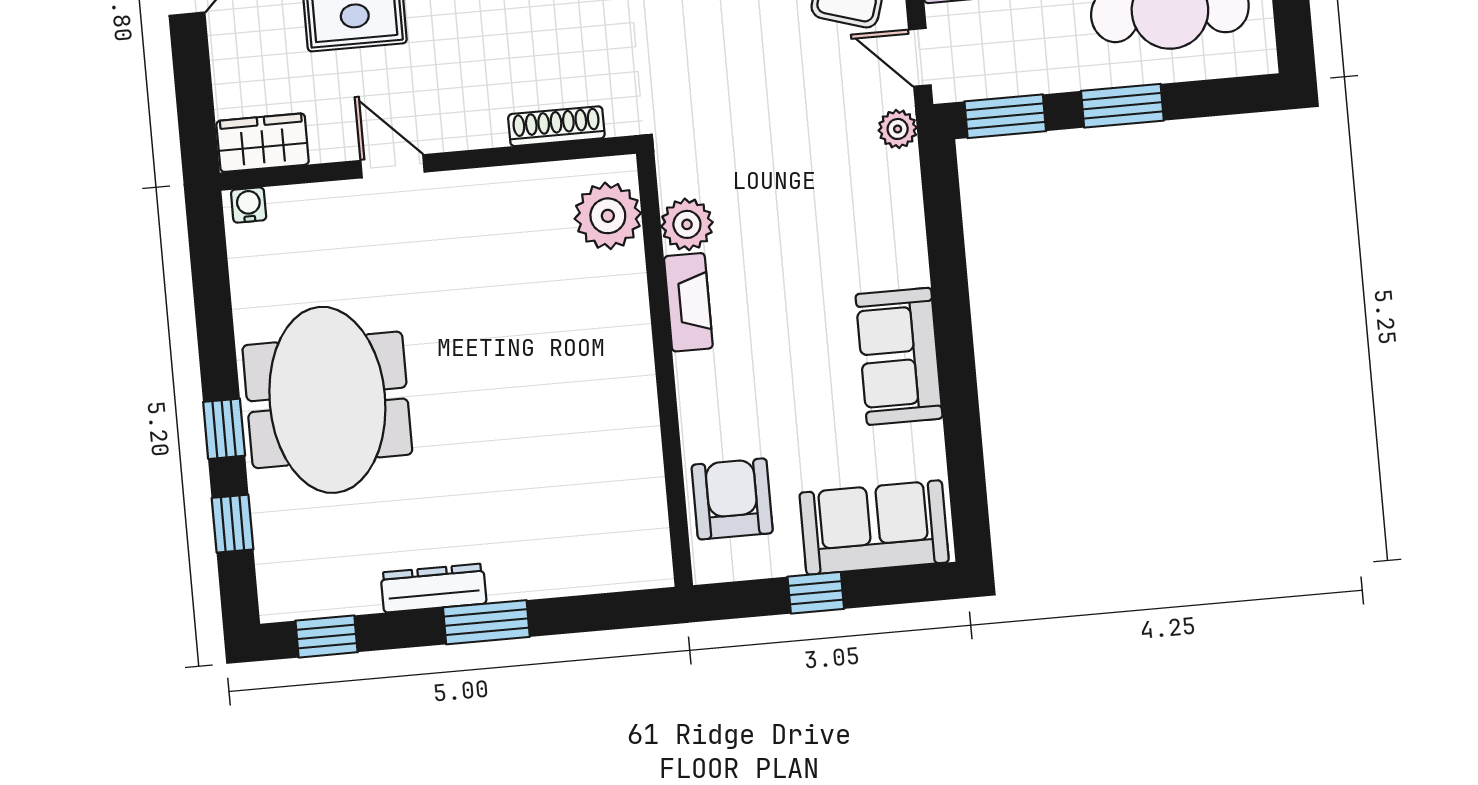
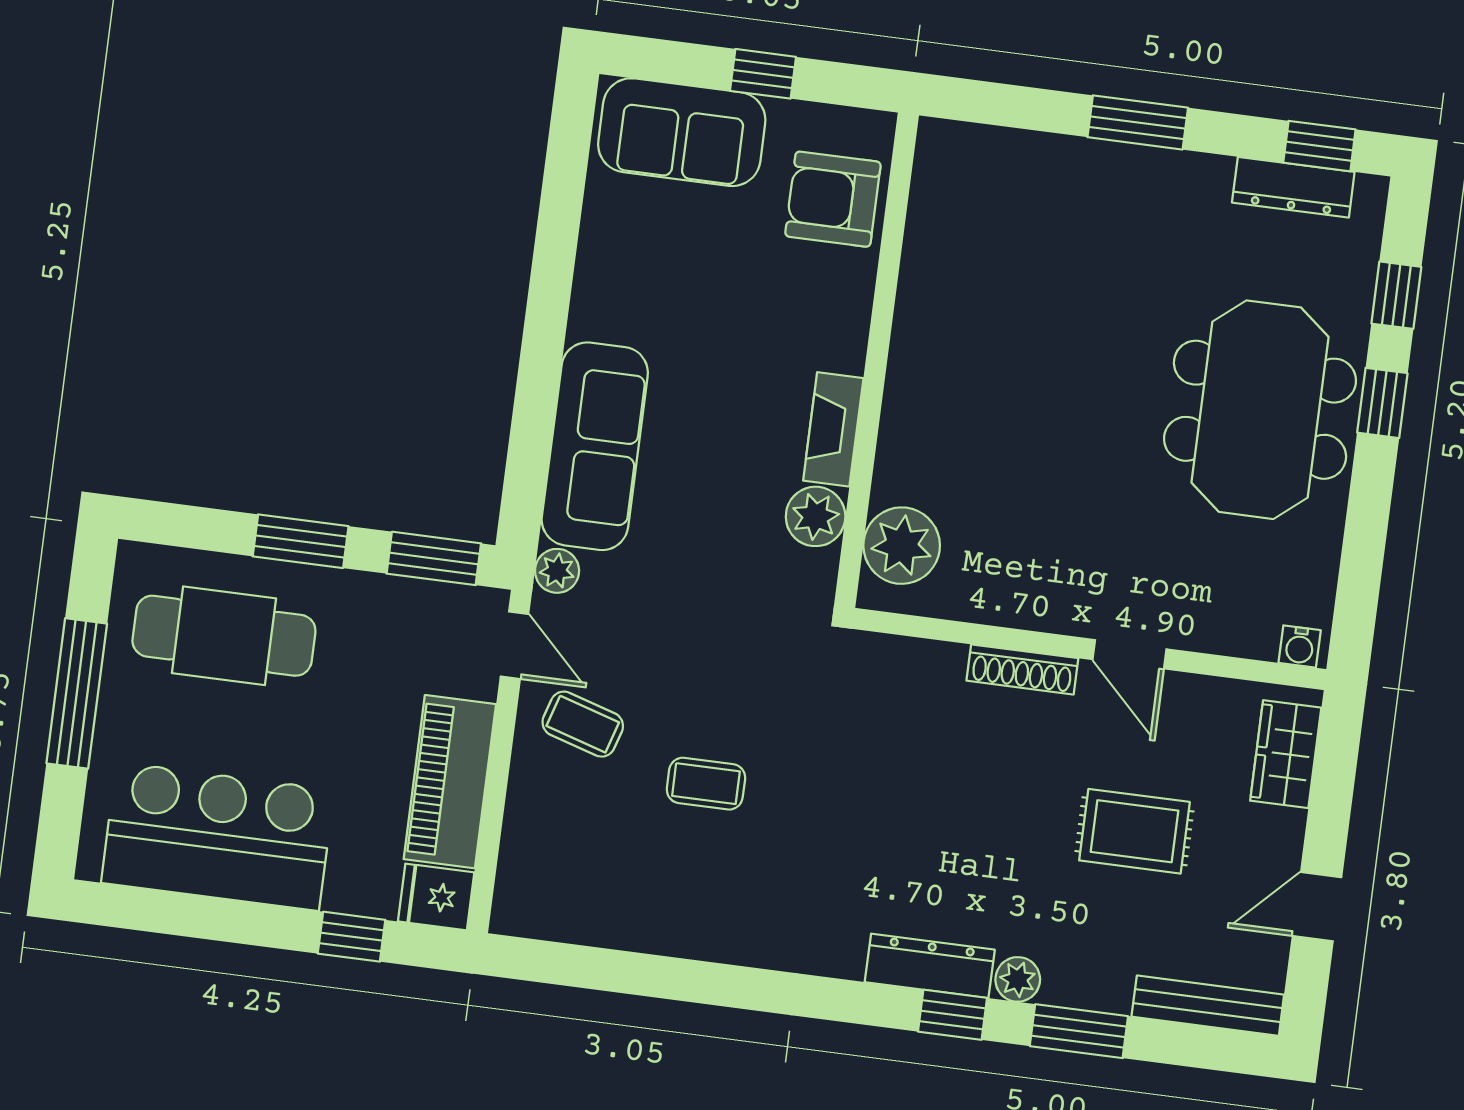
shoe rack: (556, 126) -> (1022, 669), moved
wardrobe: (263, 143) -> (1286, 754), moved, turned 90
sofa: (899, 356) -> (595, 446), moved, width x1.36
armchair: (732, 499) -> (833, 199), turned 90
dresser: (434, 588) -> (1293, 187), moved

